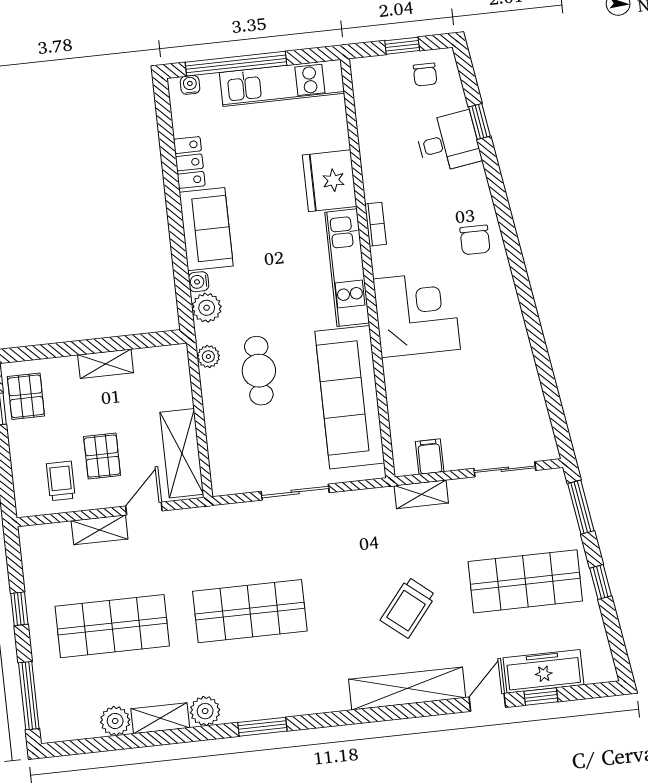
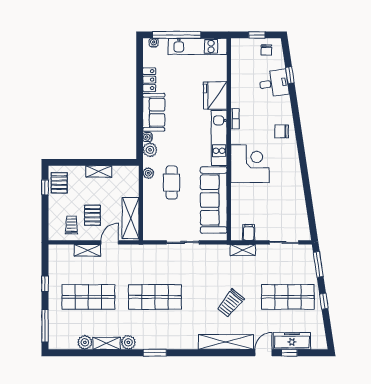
chair: (475, 240) -> (282, 131), turned 90

